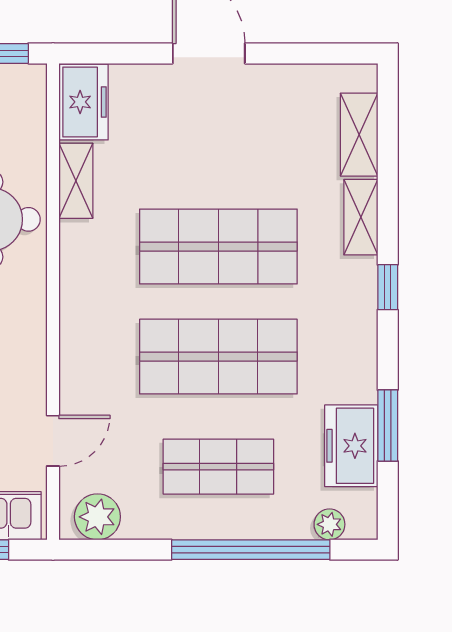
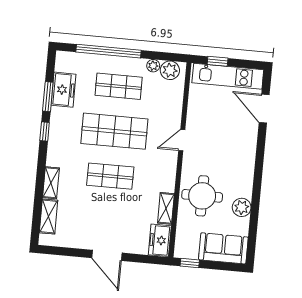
shop shelf: (218, 247) -> (110, 176), width x0.70, depth x0.74
window: (388, 287) -> (45, 131), moved
door: (53, 441) -> (182, 140), moved
plant: (329, 524) -> (153, 66), moved

